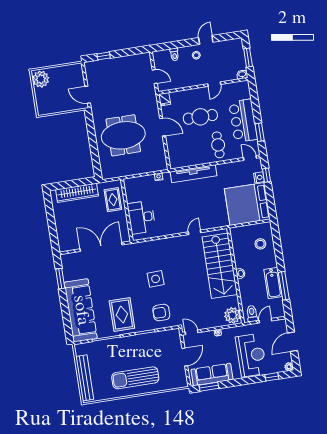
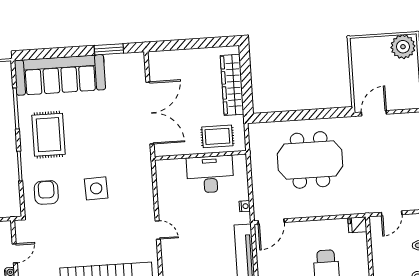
door: (163, 127) -> (271, 221), moved
meeting table: (123, 135) -> (310, 160), turned 90
desk: (141, 217) -> (210, 174), moved
door: (194, 232) -> (158, 230), moved
rug: (122, 315) -> (48, 135), turned 90
door: (192, 332) -> (15, 253), moved

